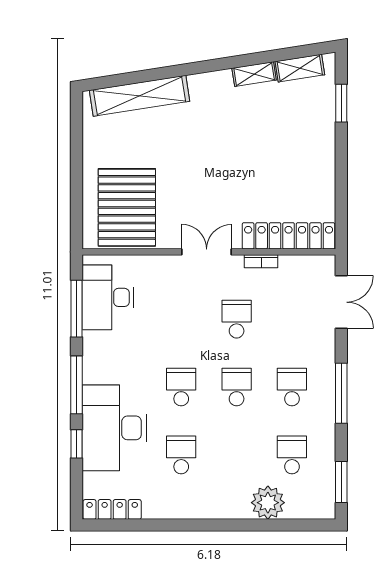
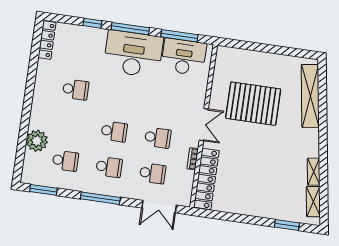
pallet: (127, 207) -> (253, 104), moved
school desk: (181, 387) -> (153, 173), moved
desk: (114, 428) -> (133, 54), moved

